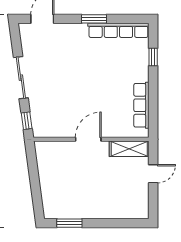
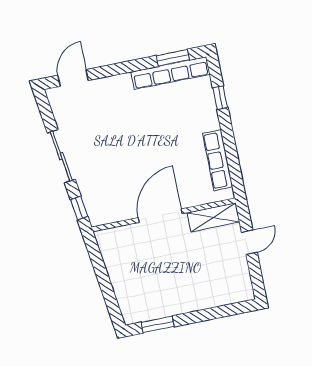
window: (94, 19) -> (173, 58), moved
door: (88, 139) -> (160, 216), width x1.36

